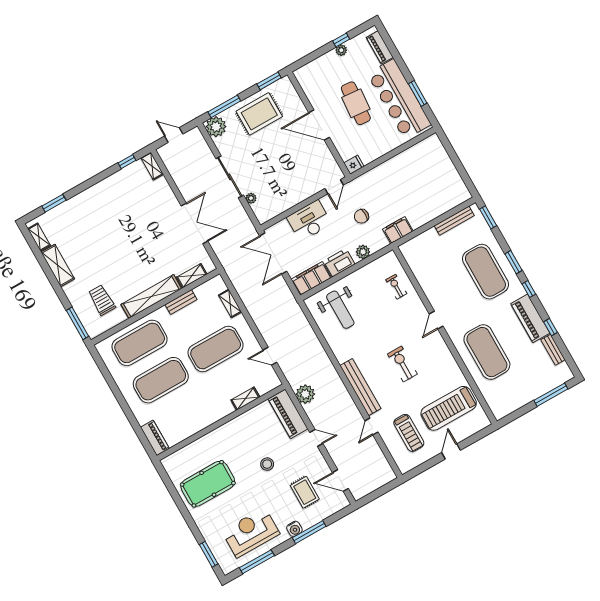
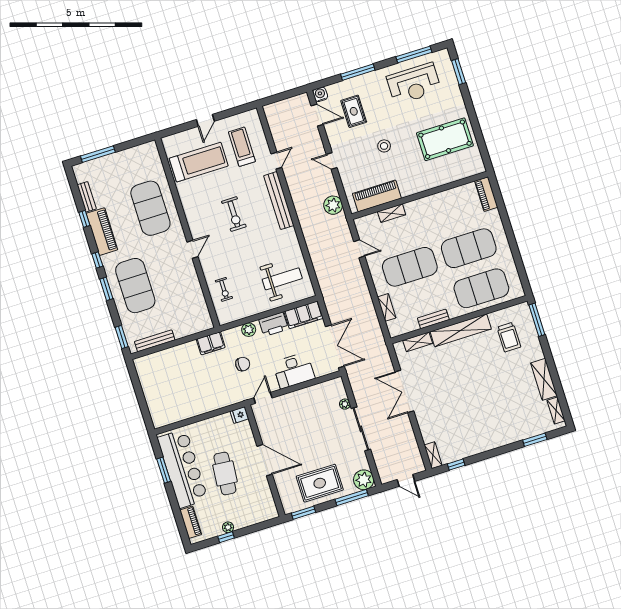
weight bench: (340, 310) -> (282, 279), turned 90
piano: (288, 414) -> (377, 196), moved, turned -90
water cooler: (294, 529) -> (320, 94), moved

